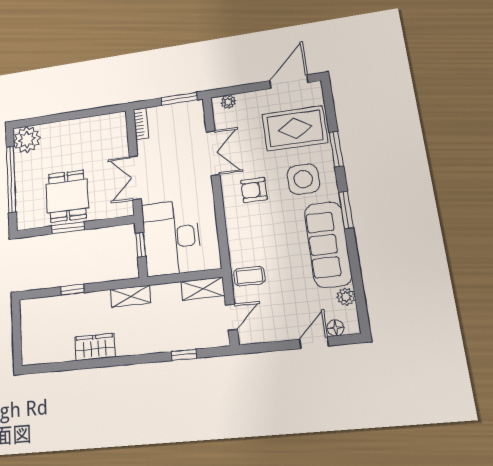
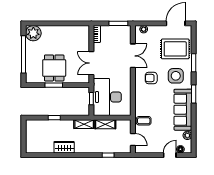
shelving: (203, 289) -> (105, 124), moved
door: (231, 317) -> (133, 139), hinge flipped

